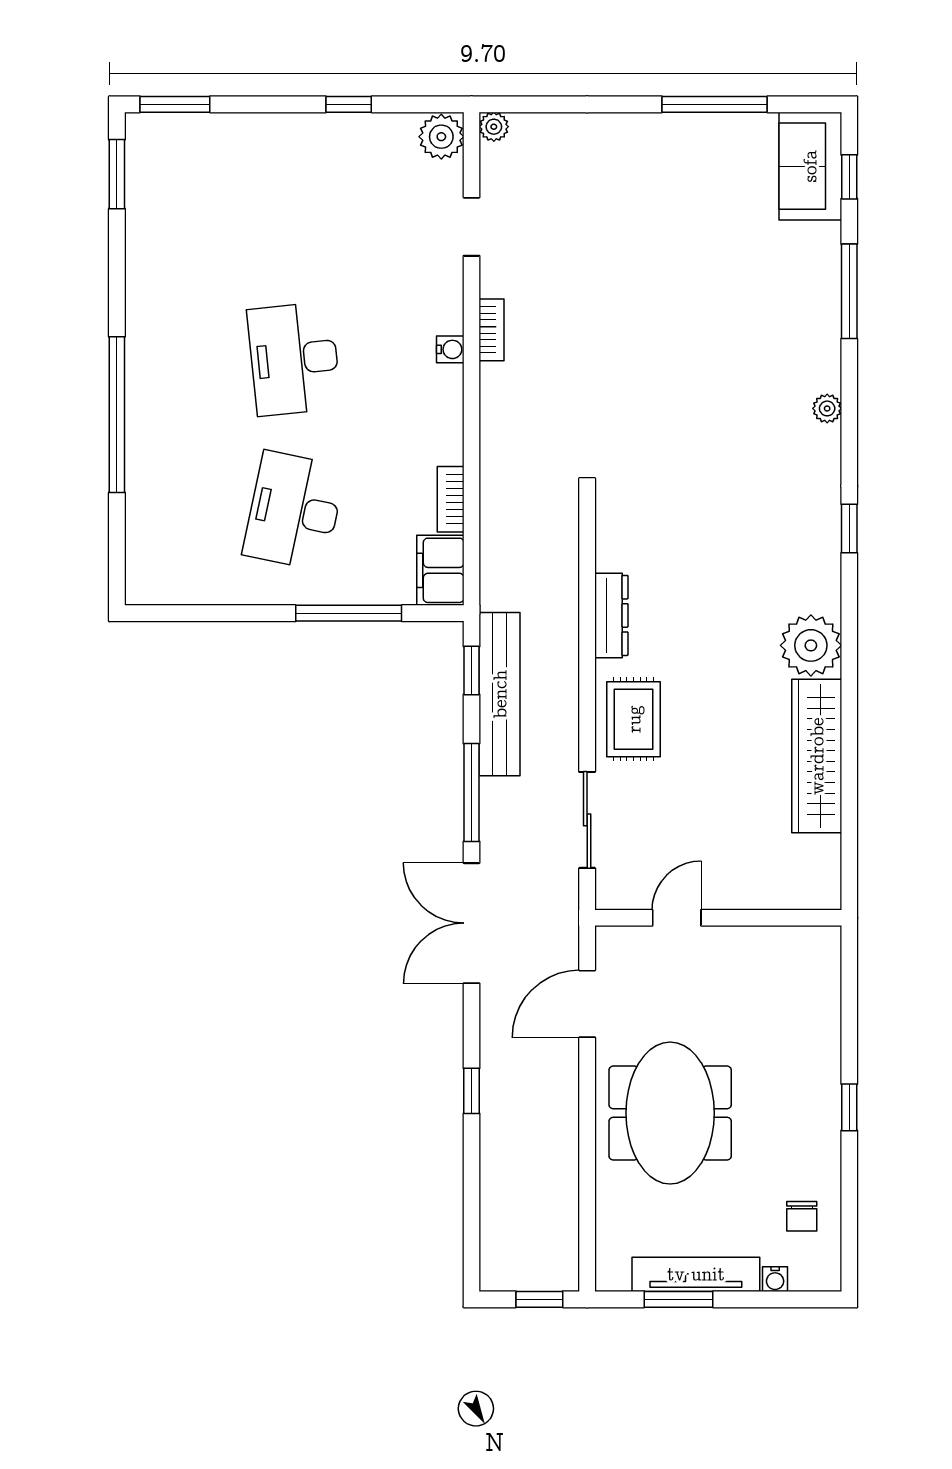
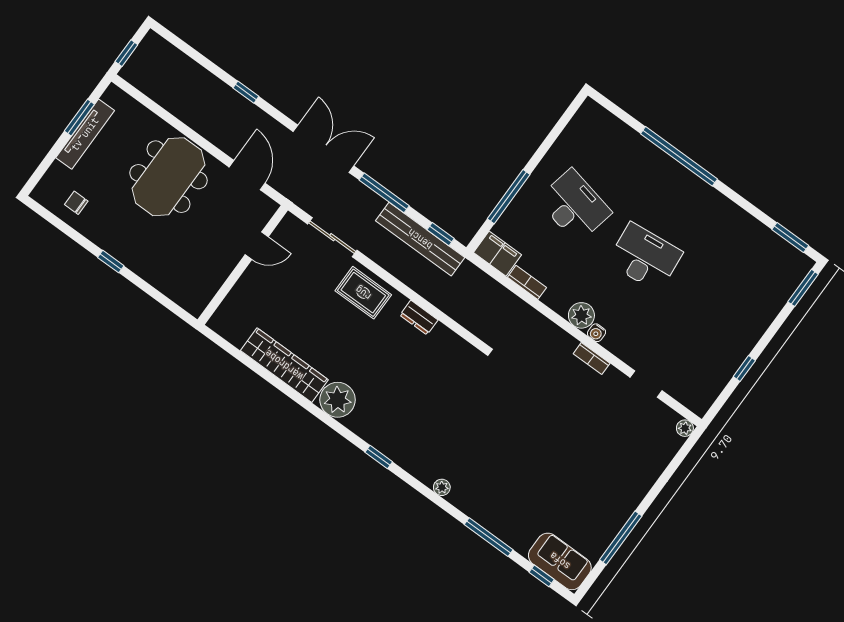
plant: (441, 137) -> (581, 315), moved
dresser: (611, 615) -> (419, 318), width x0.70
door: (677, 918) -> (257, 246), hinge flipped
meeting table: (670, 1113) -> (169, 177), turned 90
water cooler: (775, 1279) -> (56, 169), removed

